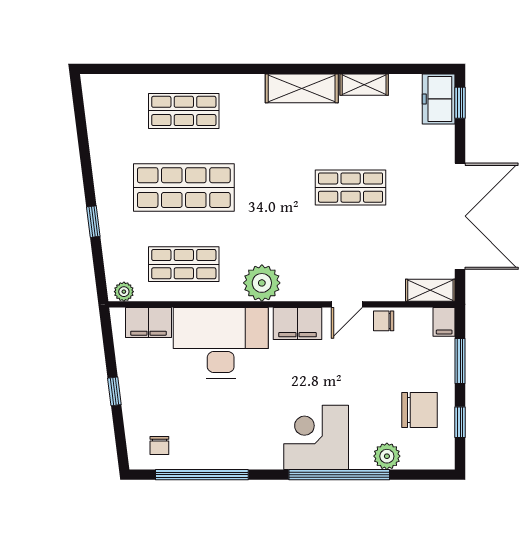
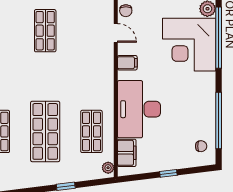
plant: (262, 283) -> (103, 84), removed
filing cabinet: (298, 323) -> (127, 63), width x0.50
corner desk: (316, 437) -> (189, 45), width x1.36, depth x1.36

